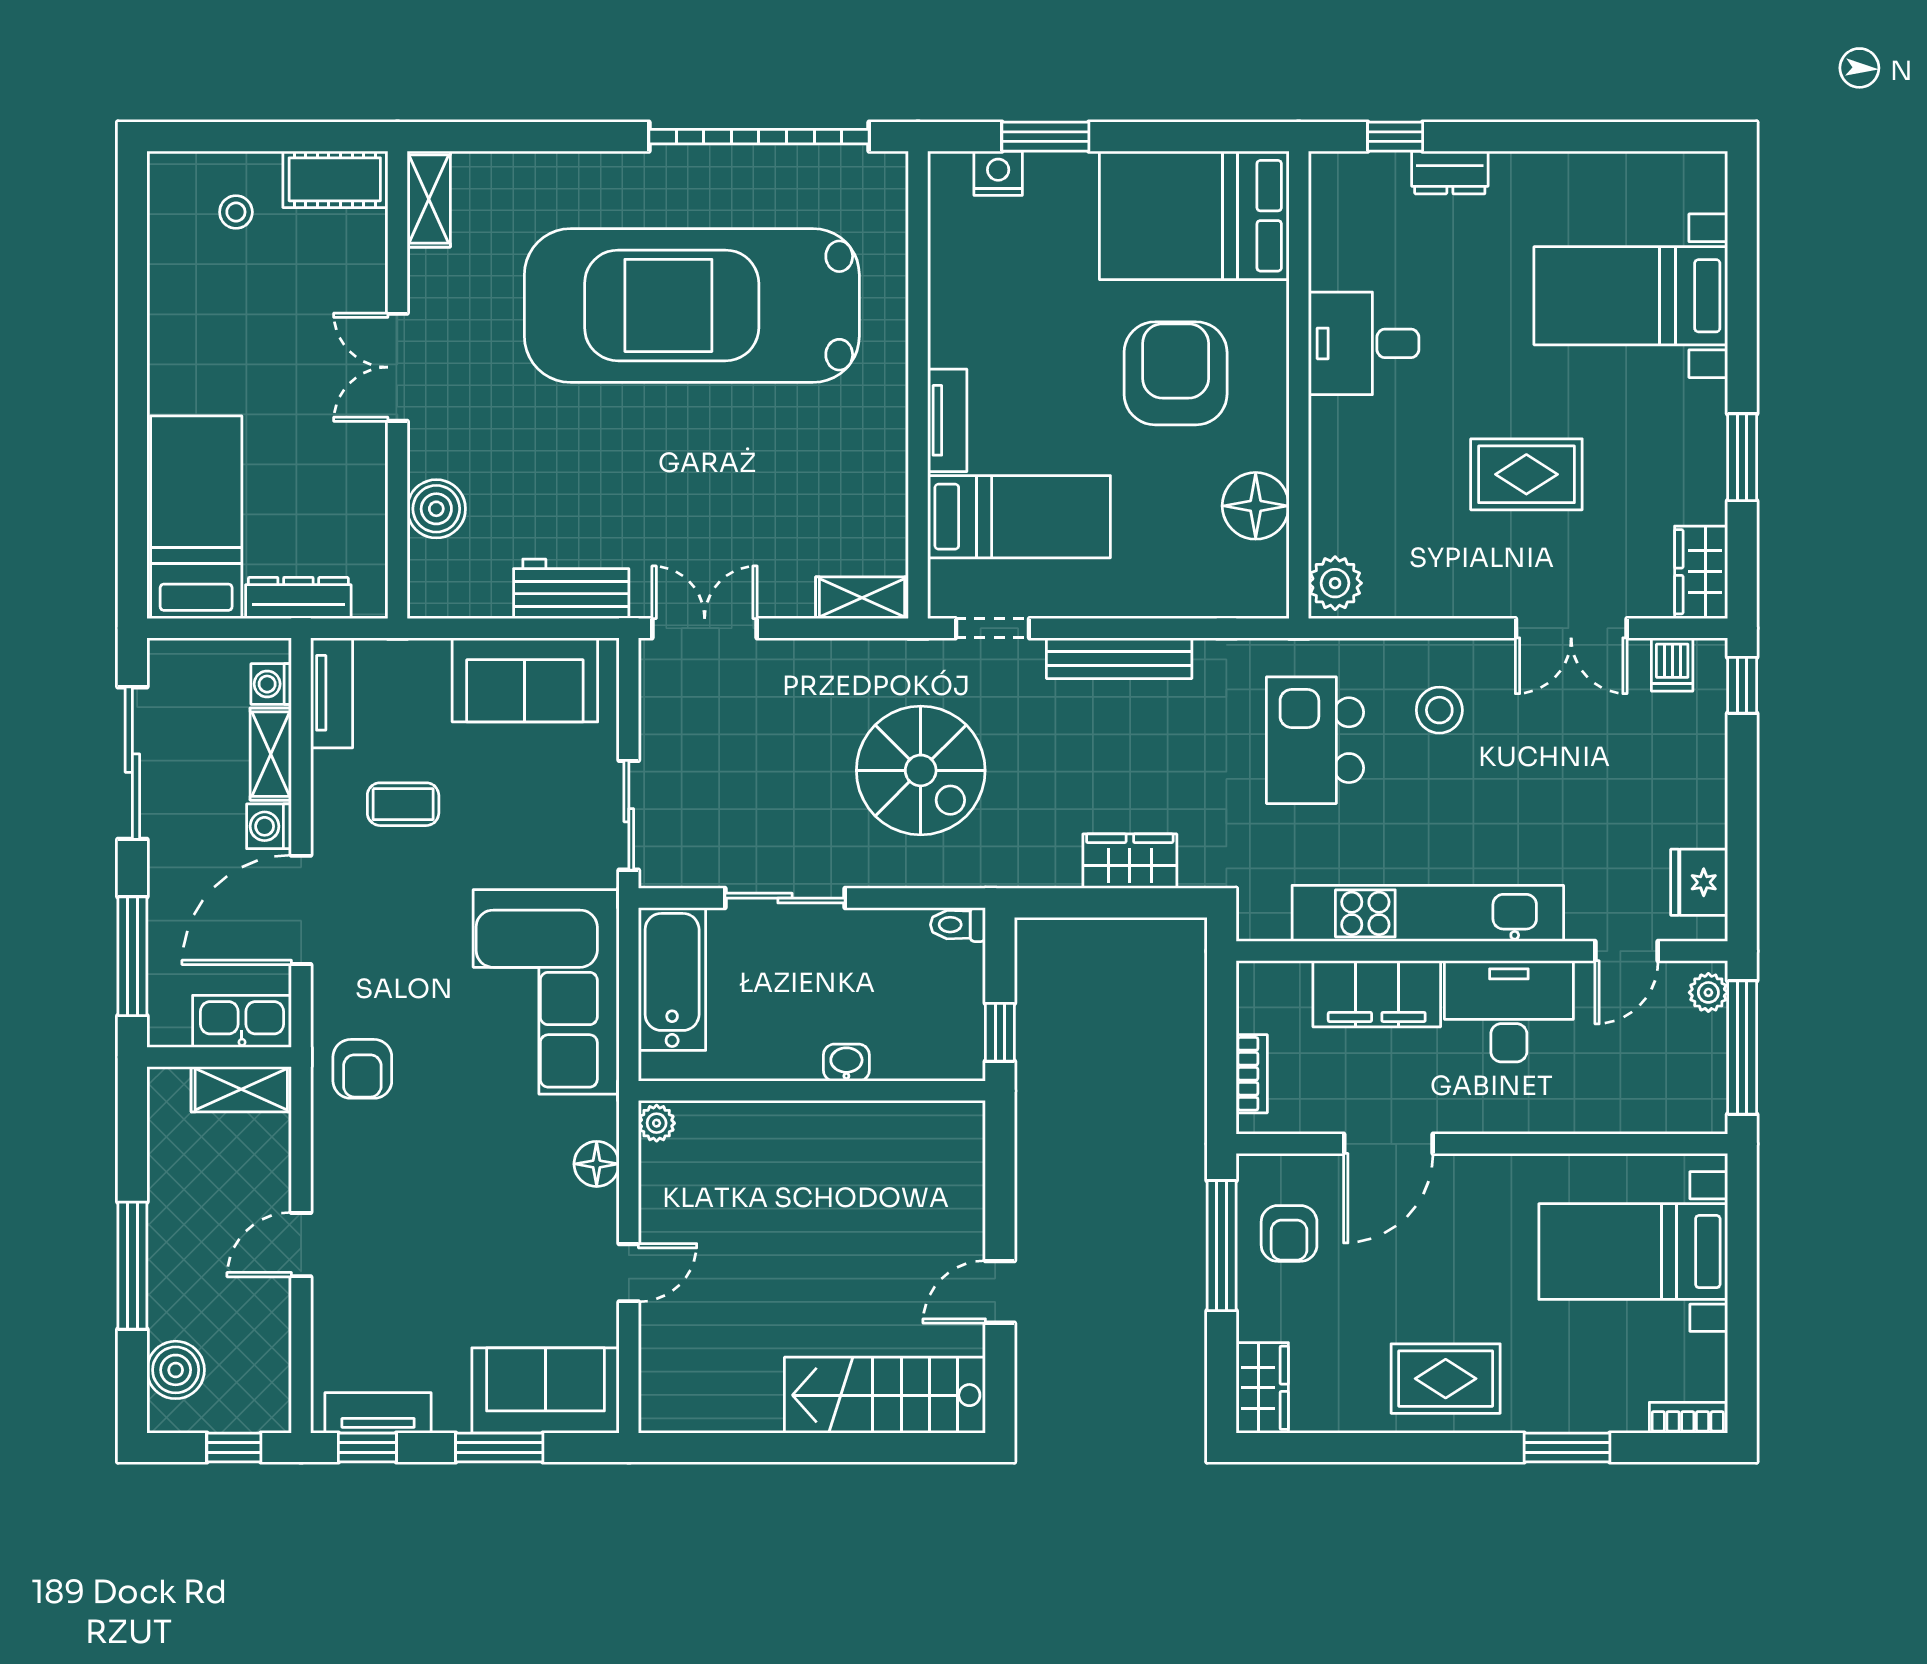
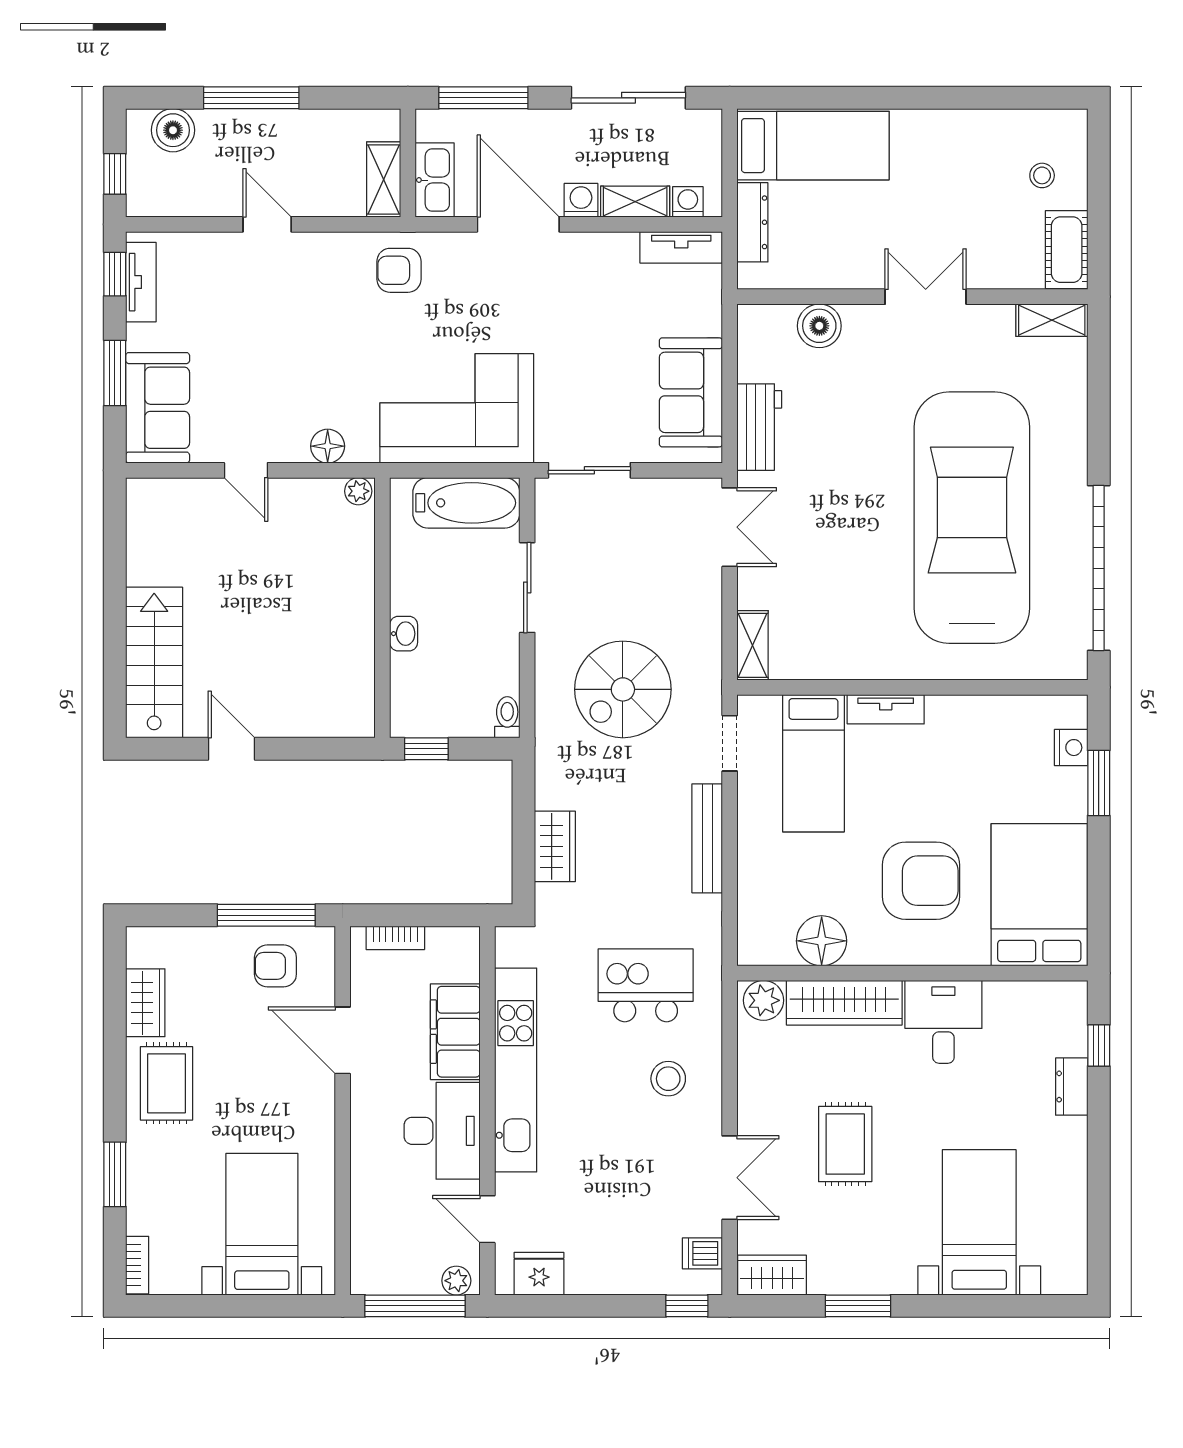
wardrobe: (1338, 476) -> (844, 1003), added
double door: (1571, 628) -> (730, 1178), swing flipped
coffee table: (403, 804) -> (598, 301), removed
wardrobe: (1262, 1388) -> (145, 1003), moved, turned -90

